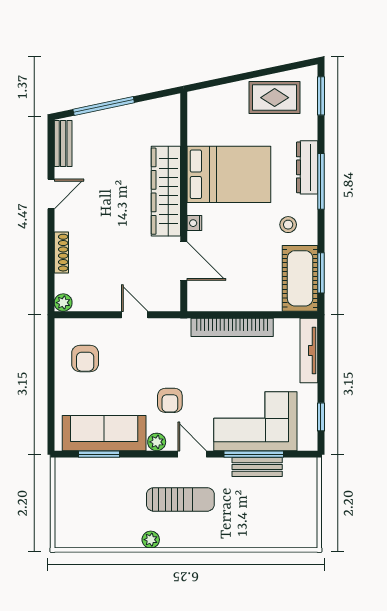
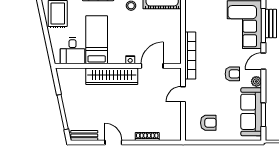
desk: (210, 123) -> (73, 51), added
bed: (229, 174) -> (97, 40), width x0.67
plant: (63, 303) -> (176, 135), removed
bookcase: (232, 327) -> (190, 56), moved

